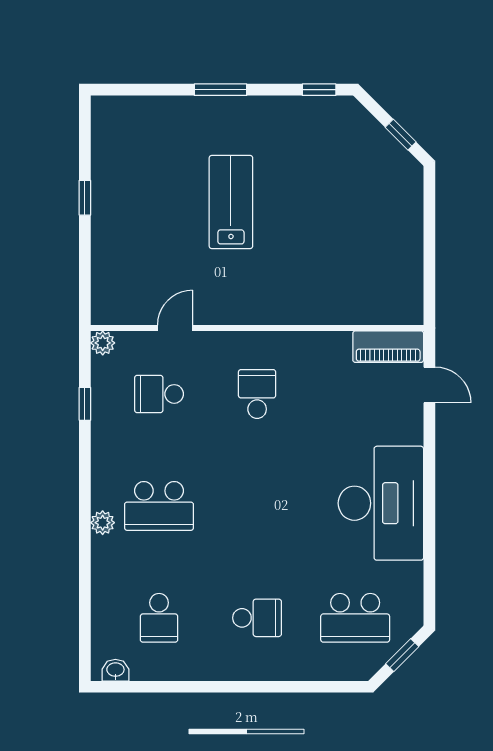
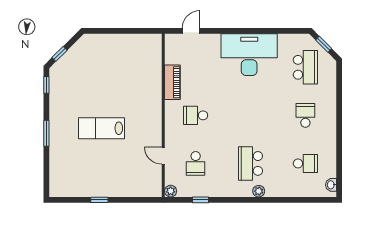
window: (401, 135) -> (60, 54), moved
piano: (388, 347) -> (172, 82), moved
school desk: (159, 506) -> (250, 163), turned 180

